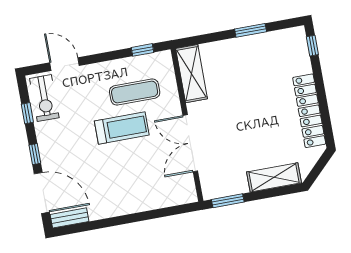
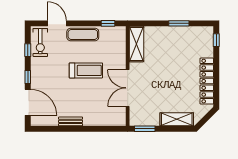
exercise mat: (135, 92) -> (83, 35), moved
bench: (70, 218) -> (71, 121), moved

